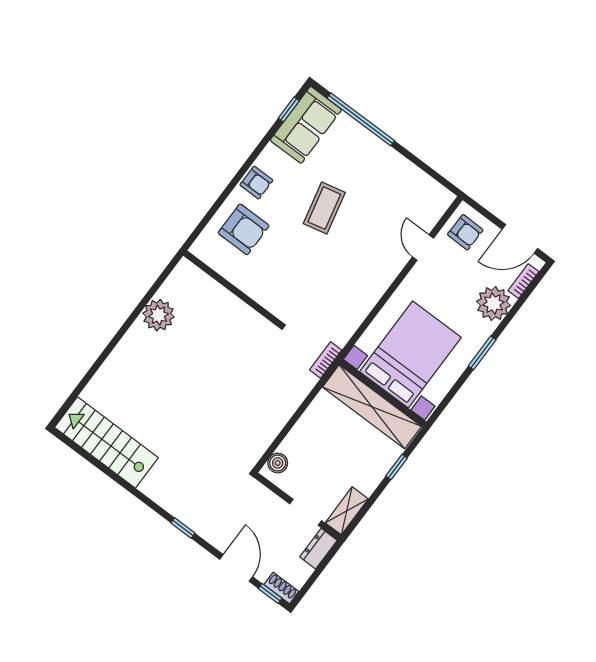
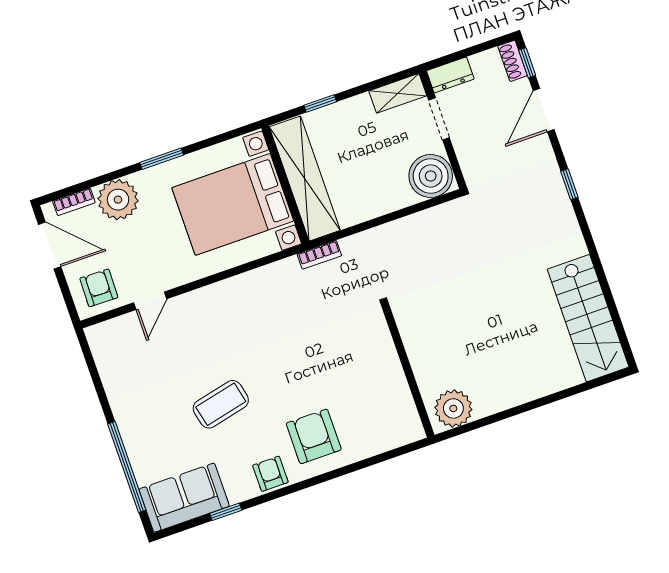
window: (289, 109) -> (226, 512), moved
wall: (232, 288) -> (408, 371), moved
boiler: (278, 463) -> (431, 176), width x1.86, depth x1.86

